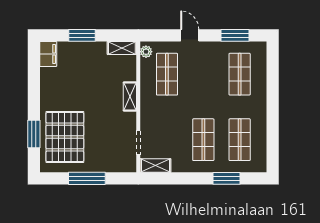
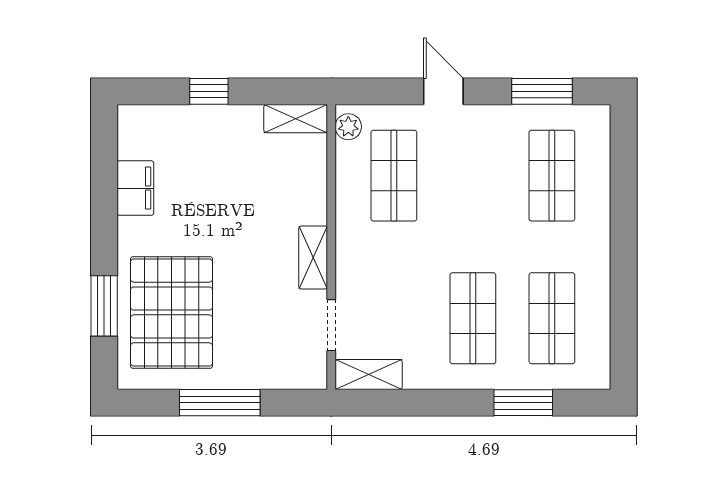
window: (82, 35) -> (209, 91), width x0.67
filing cabinet: (48, 54) -> (135, 188), moved
shelving: (130, 97) -> (313, 257), moved

